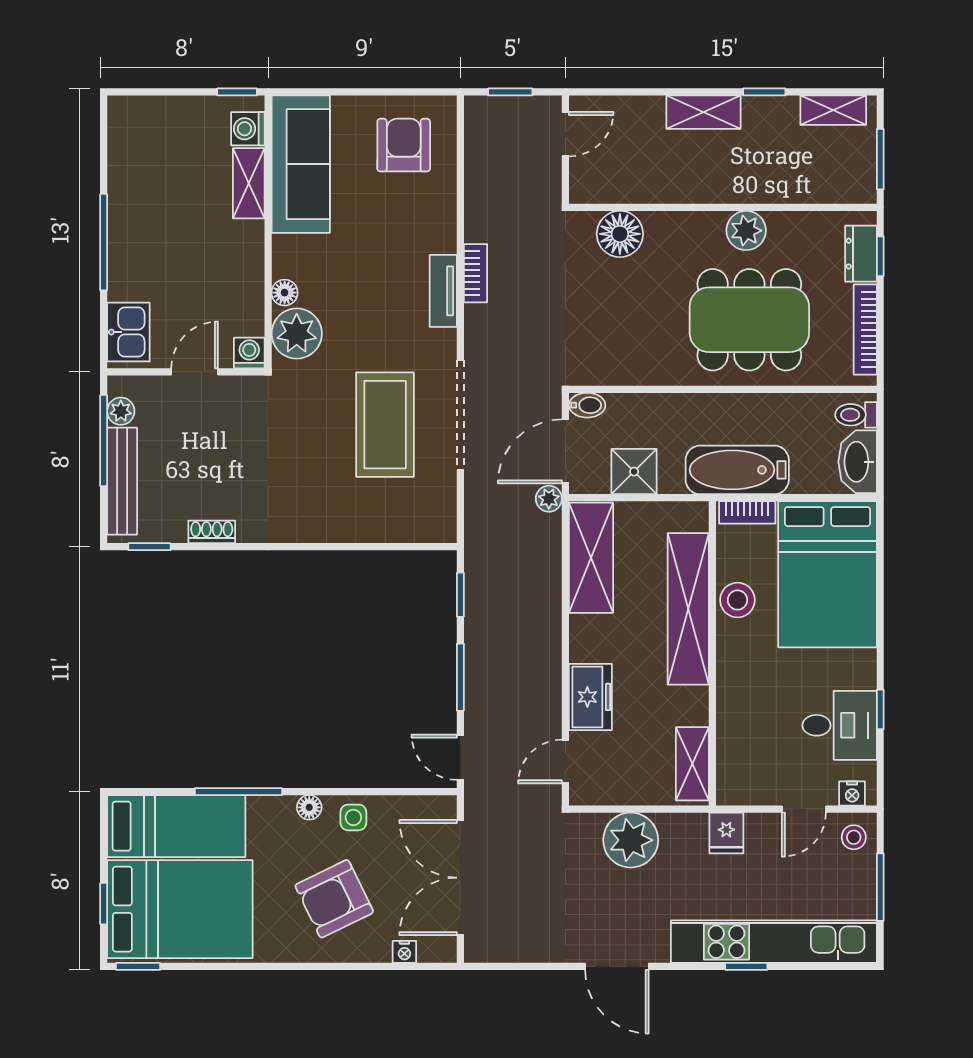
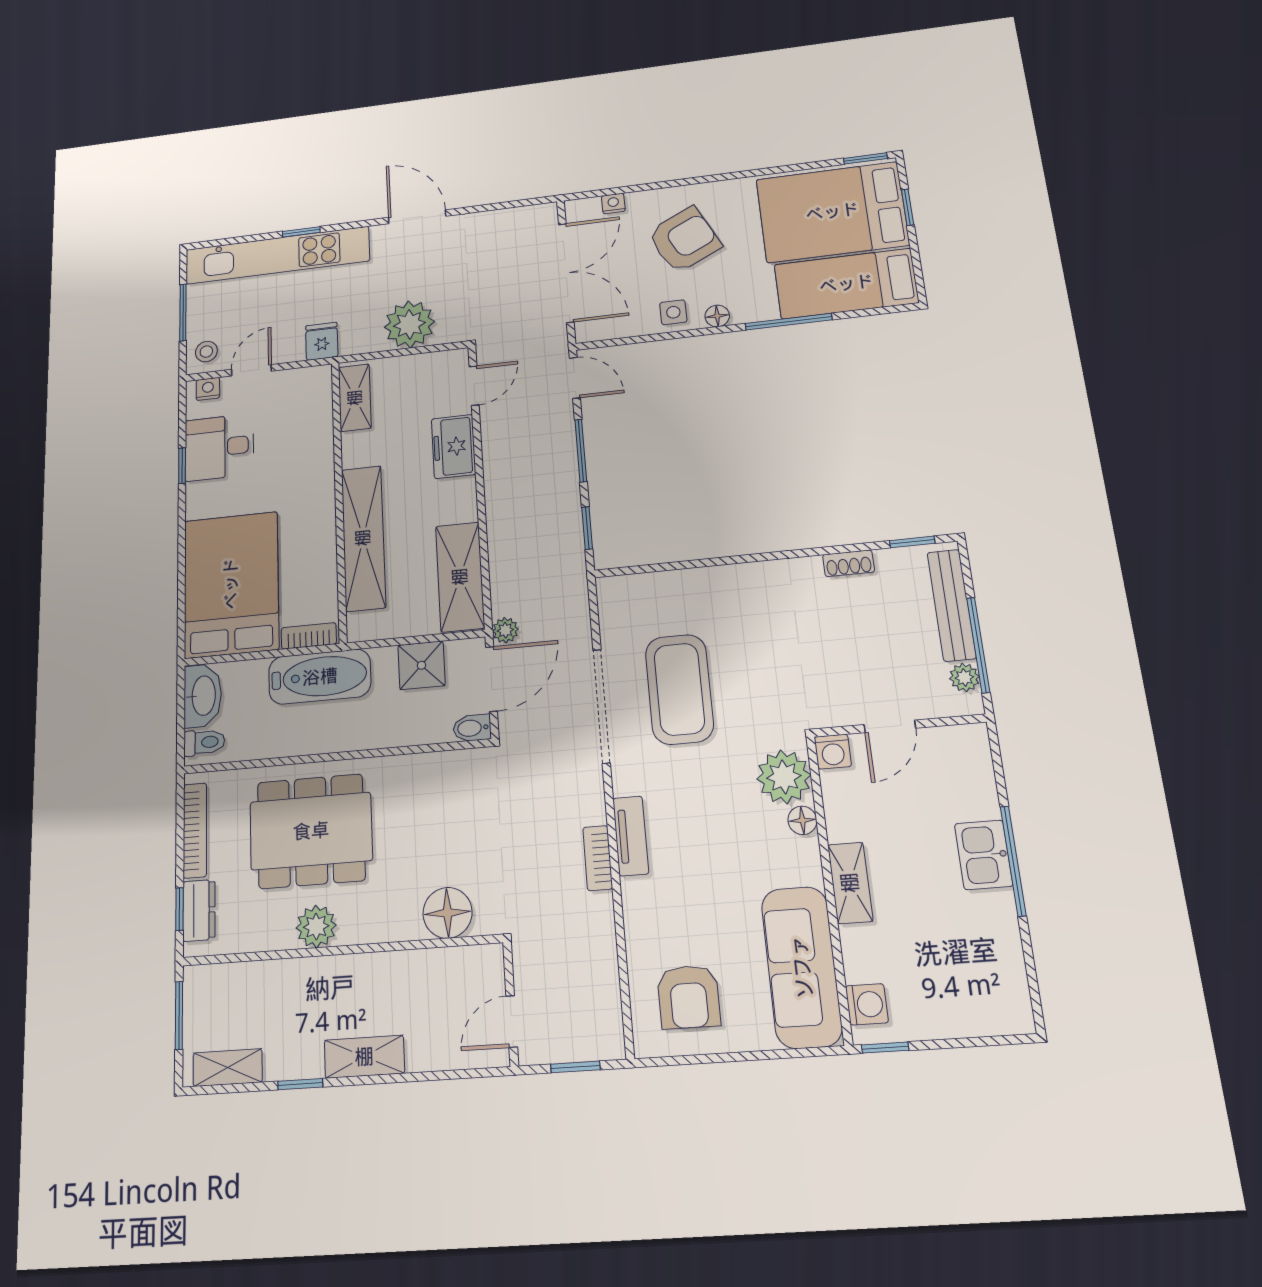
shelving: (249, 183) -> (850, 883), moved
kitchen sink: (128, 332) -> (984, 855), moved
stool: (737, 600) -> (316, 551), removed

